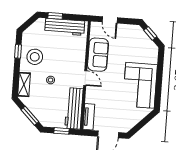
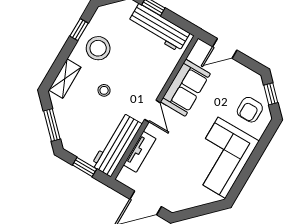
door: (110, 20) -> (225, 48), hinge flipped
armchair: (142, 49) -> (250, 110), added
tv unit: (89, 117) -> (140, 152), moved

